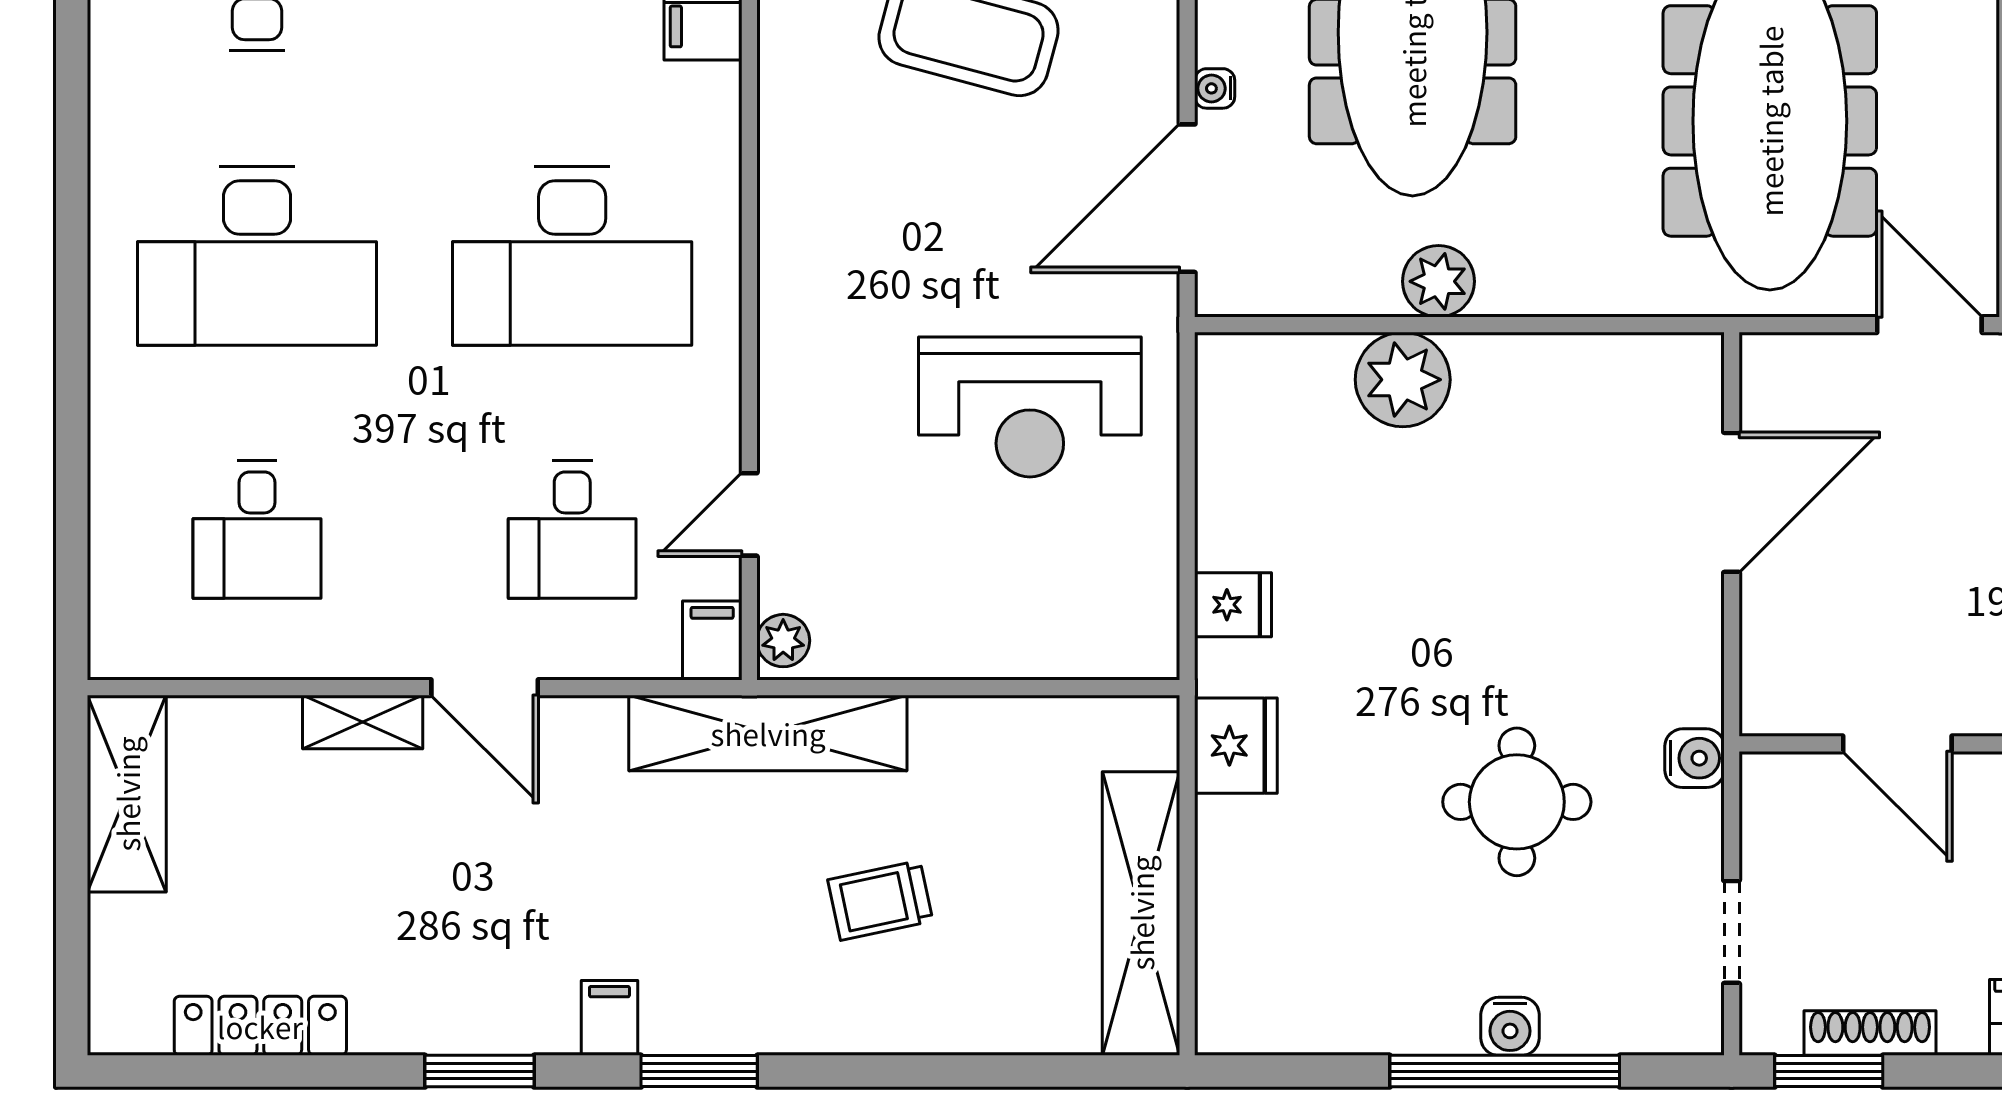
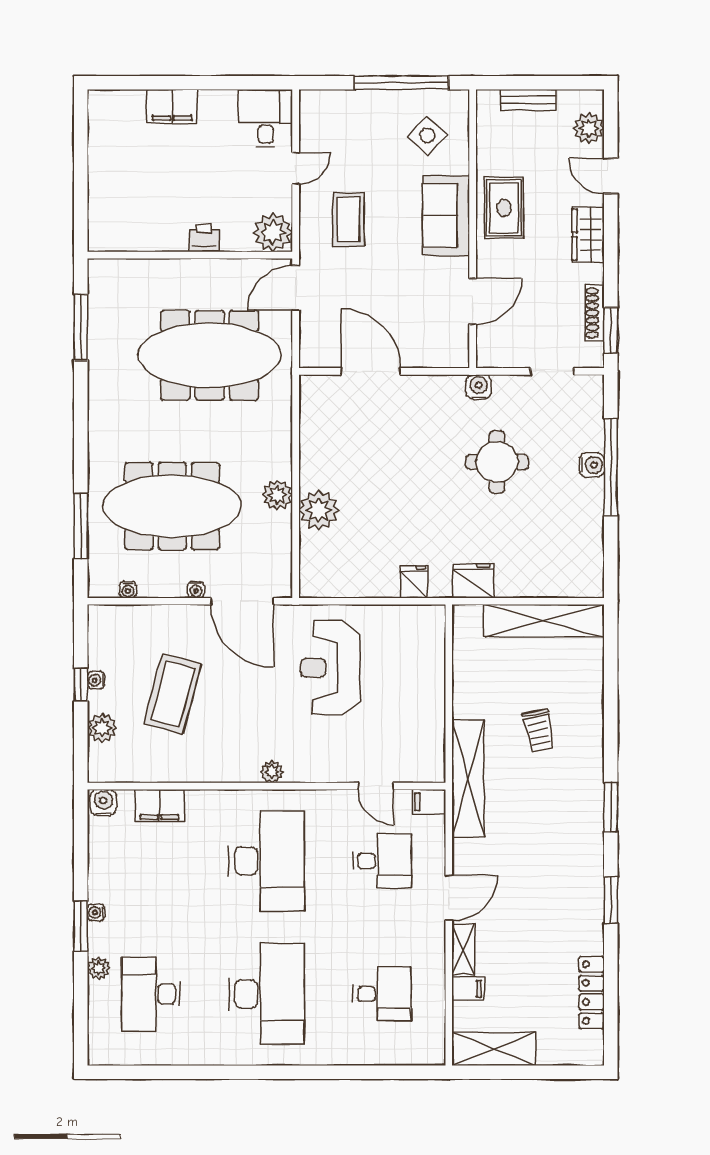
reception desk: (1030, 407) -> (330, 668), turned 180
plant: (783, 641) -> (272, 772), moved
filing cabinet: (609, 1018) -> (468, 989), moved, turned 180

